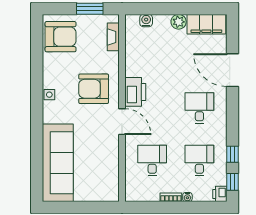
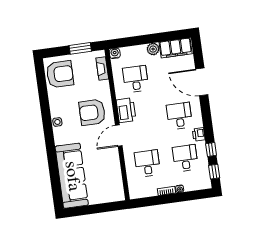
water cooler: (146, 21) -> (115, 53), moved
desk: (152, 55) -> (136, 79), added
door: (122, 122) -> (119, 136), swing flipped
printer: (220, 194) -> (199, 134), moved

